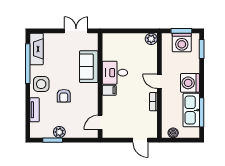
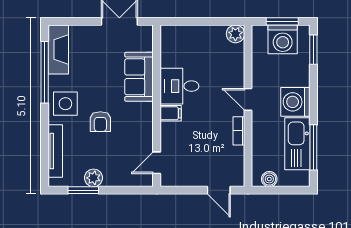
tv unit: (35, 110) -> (55, 151), width x1.41

